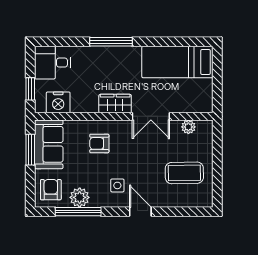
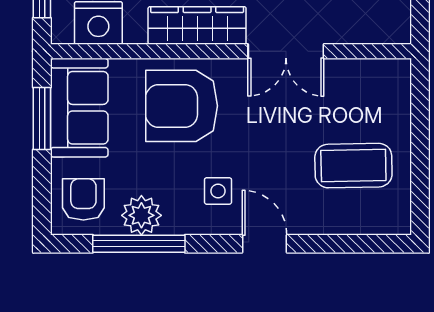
wardrobe: (115, 104) -> (197, 25), width x1.50
plant: (188, 127) -> (362, 72), removed
armchair: (99, 143) -> (182, 106), width x1.88, depth x1.88

